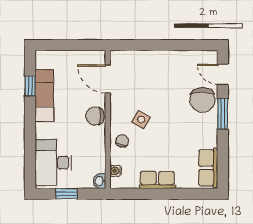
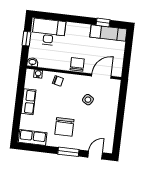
exam couch: (44, 96) -> (108, 33), moved
chair: (202, 100) -> (64, 127), moved, turned -90
side table: (141, 120) -> (88, 100), moved

